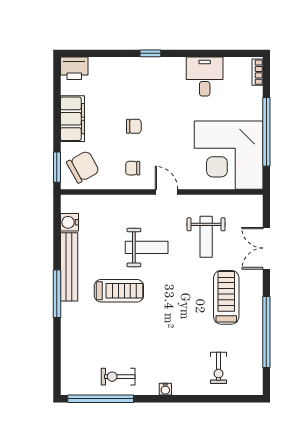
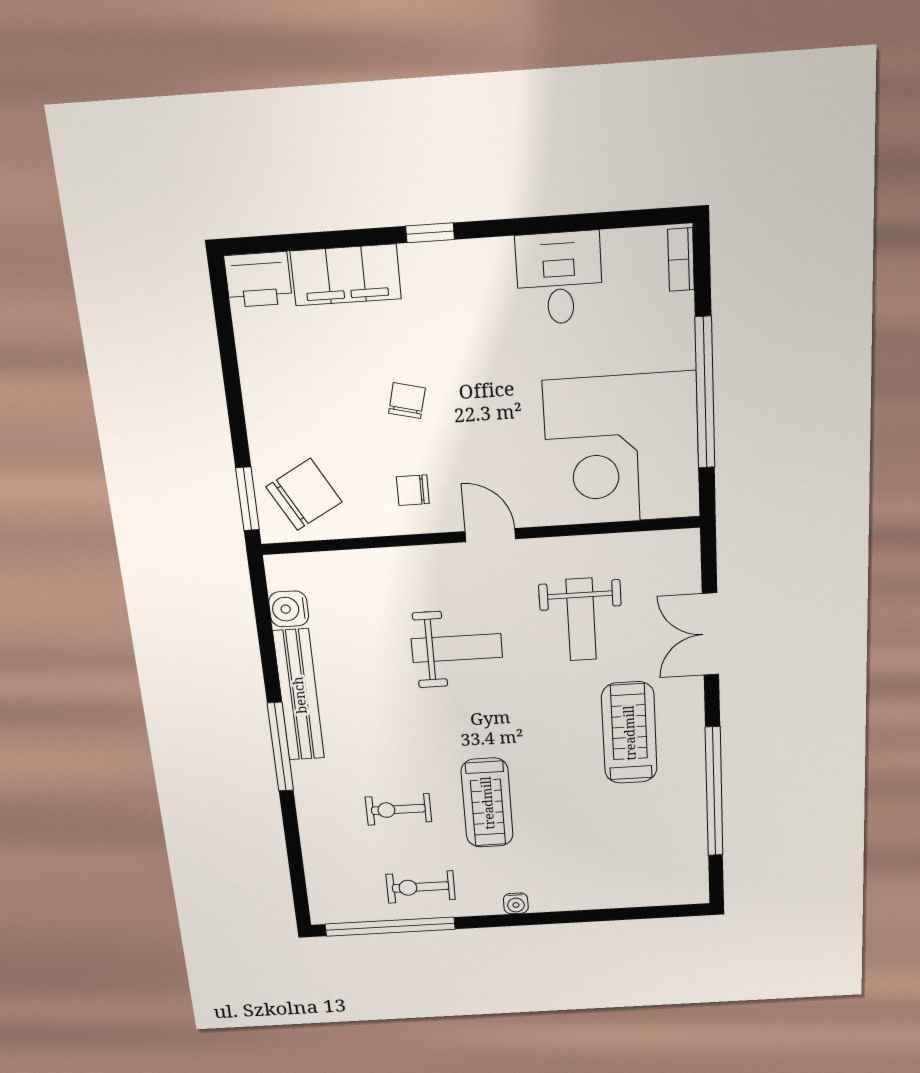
filing cabinet: (72, 119) -> (346, 275), moved, turned 90
chair: (134, 126) -> (407, 401), turned -76
treadmill: (119, 291) -> (487, 803), moved, turned 90
exercise bike: (219, 368) -> (398, 809), moved, turned 90

